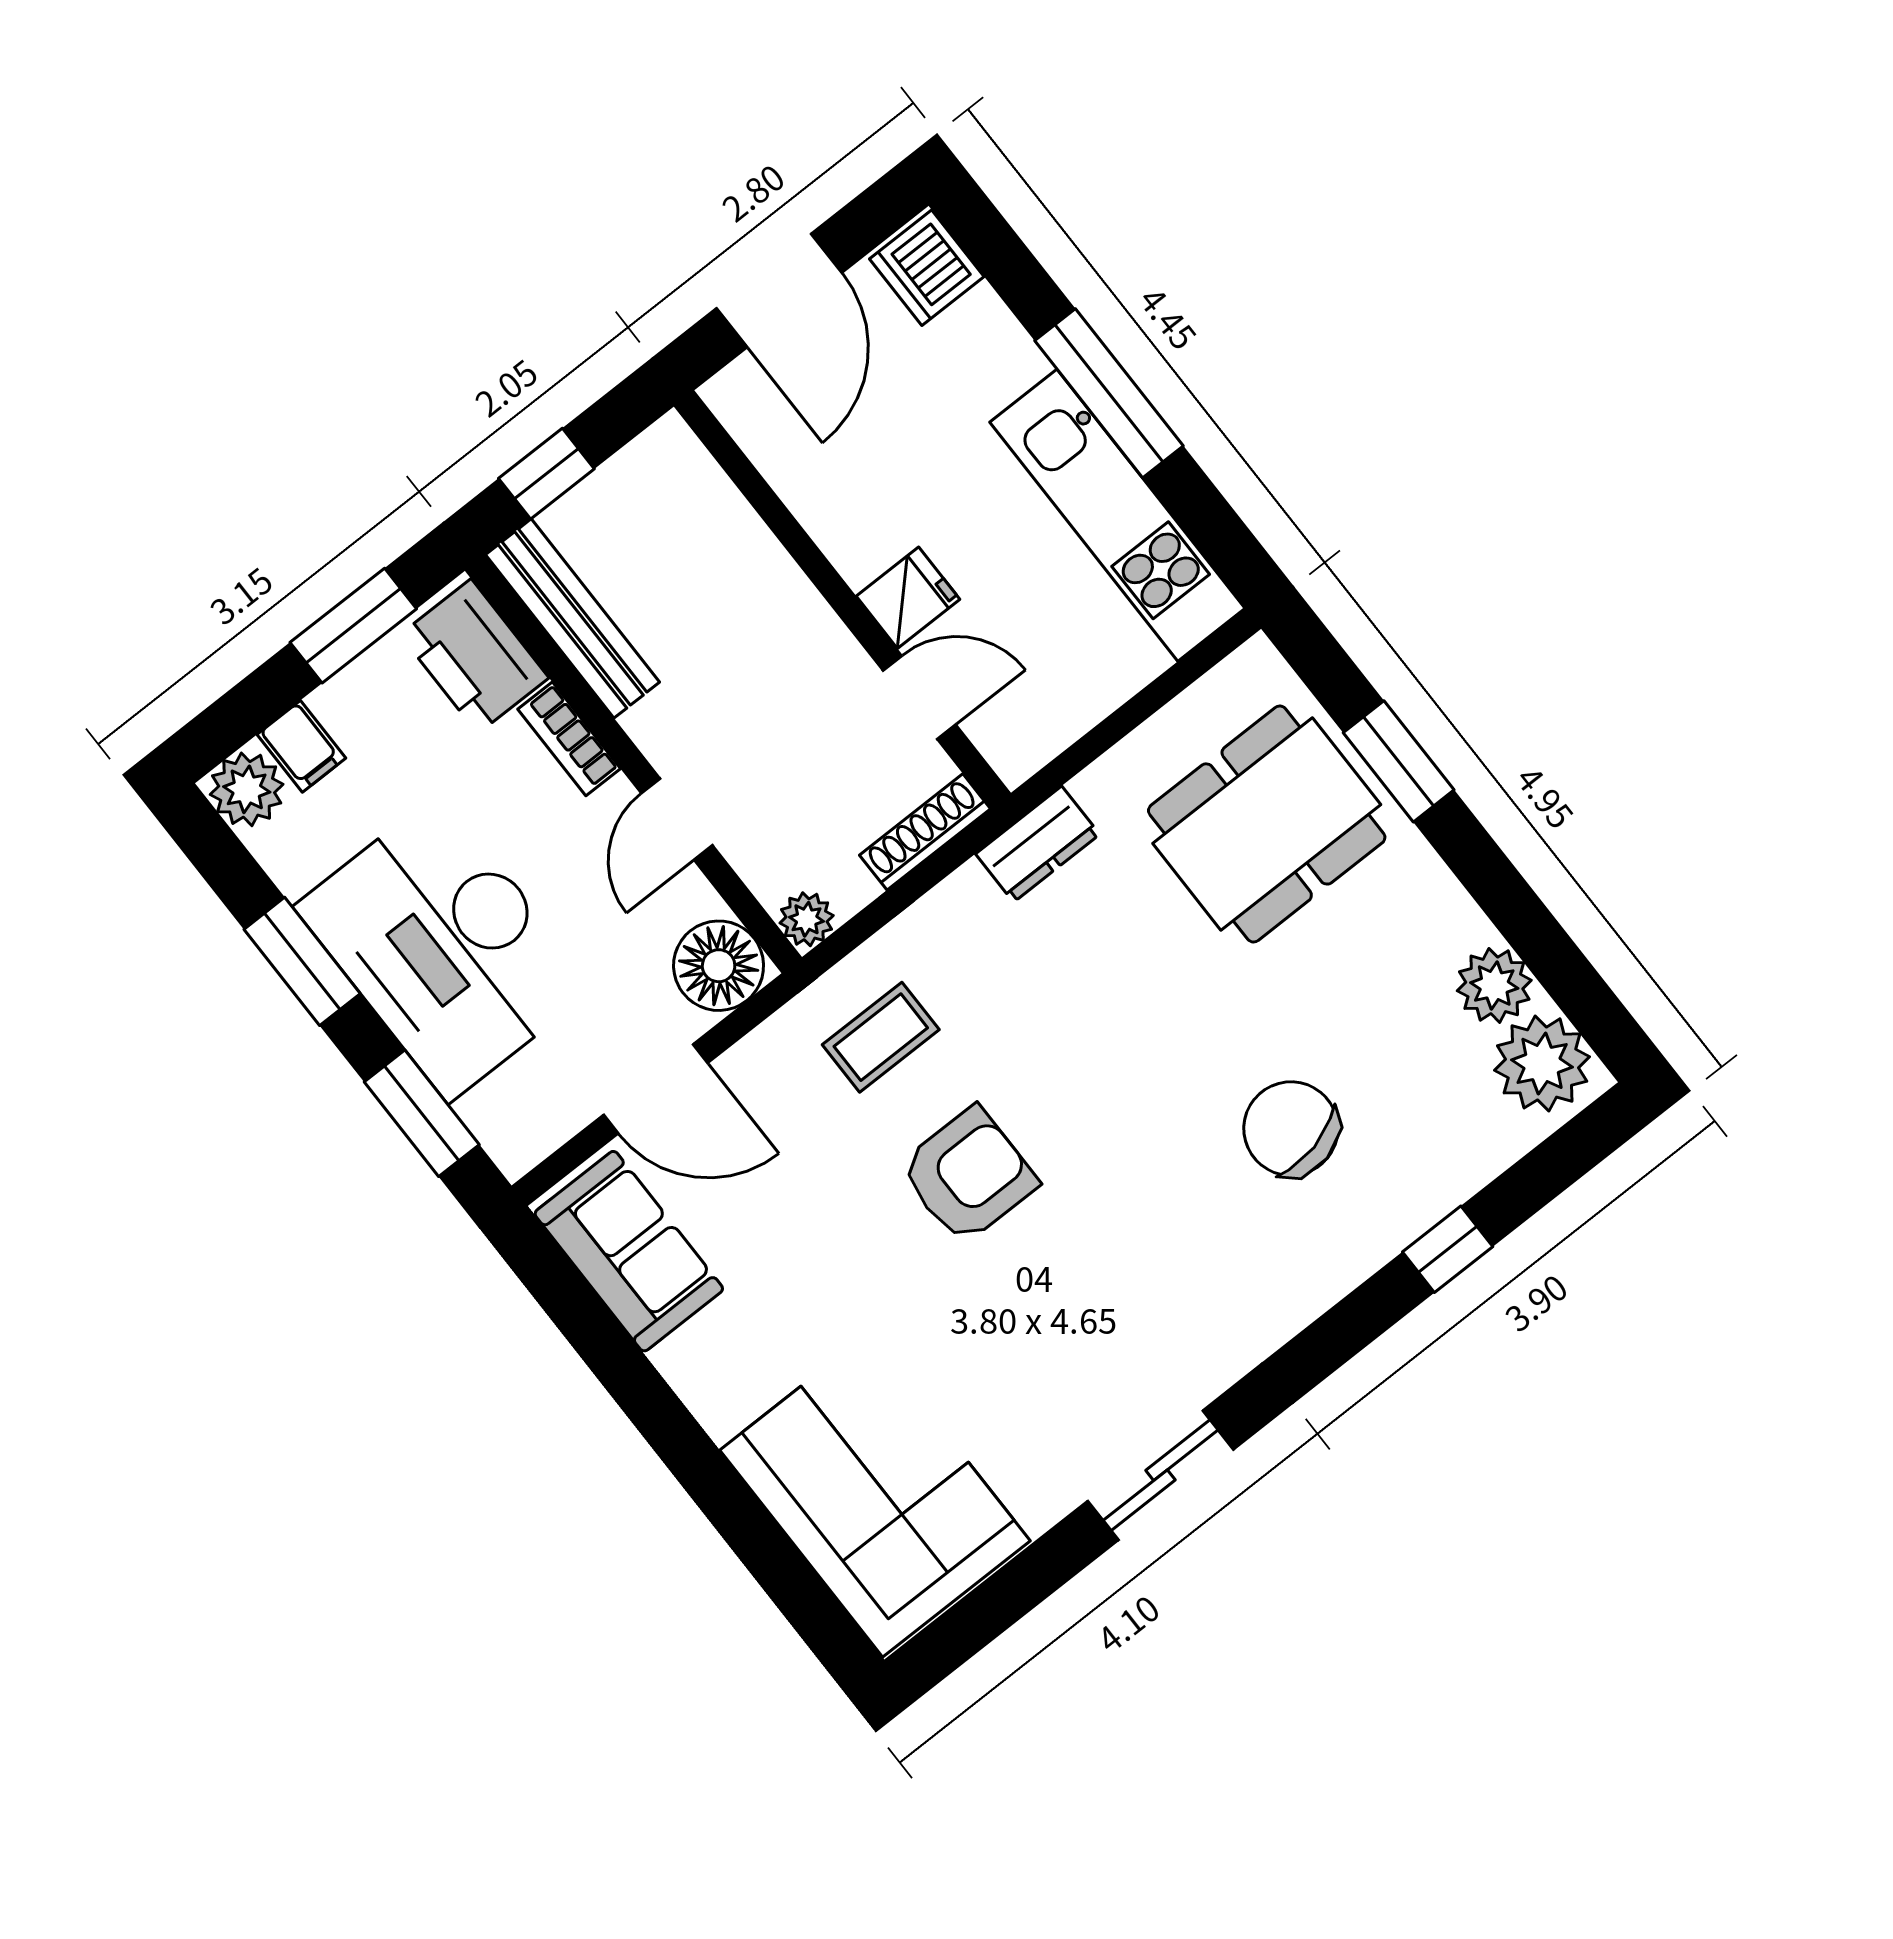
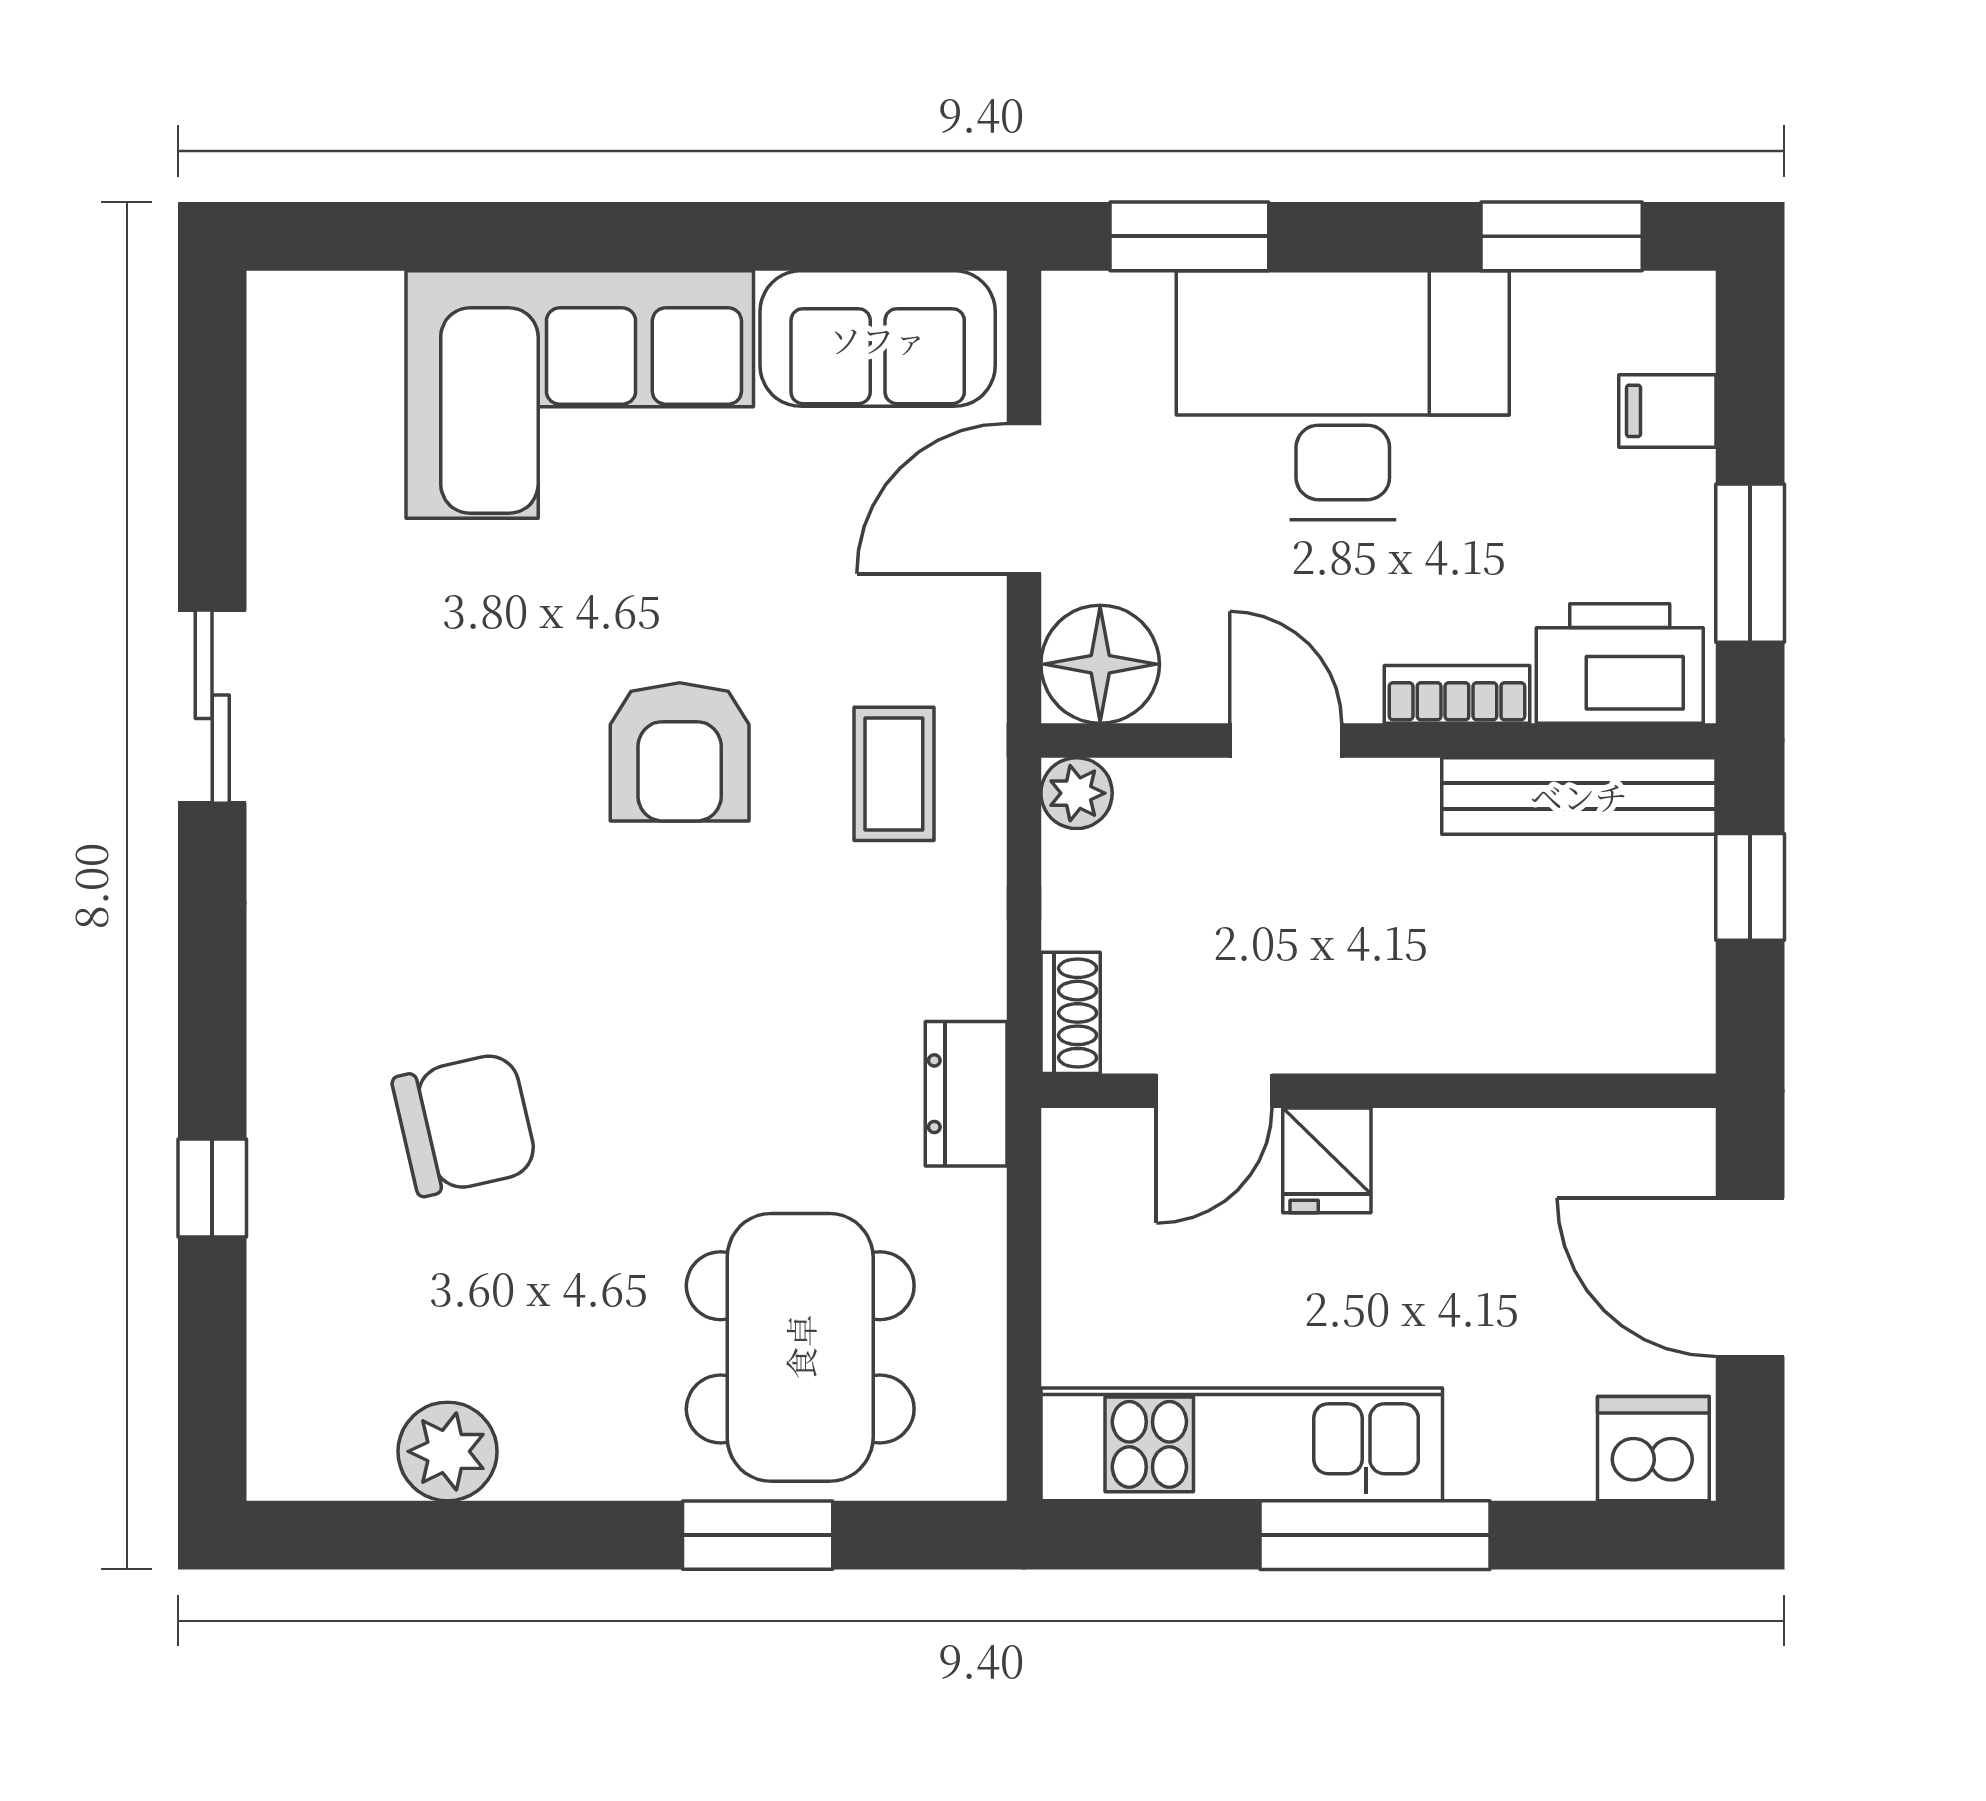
plant: (247, 789) -> (1667, 319), removed
shoe rack: (925, 832) -> (1071, 1013), width x0.70
window: (302, 961) -> (1562, 236), moved
plant: (1542, 1063) -> (328, 1437), removed
corner sofa: (875, 1495) -> (580, 394), moved

